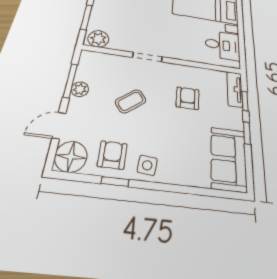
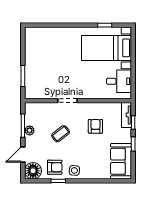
plant: (98, 39) -> (34, 92), removed
armchair: (112, 155) -> (55, 167), turned 90

